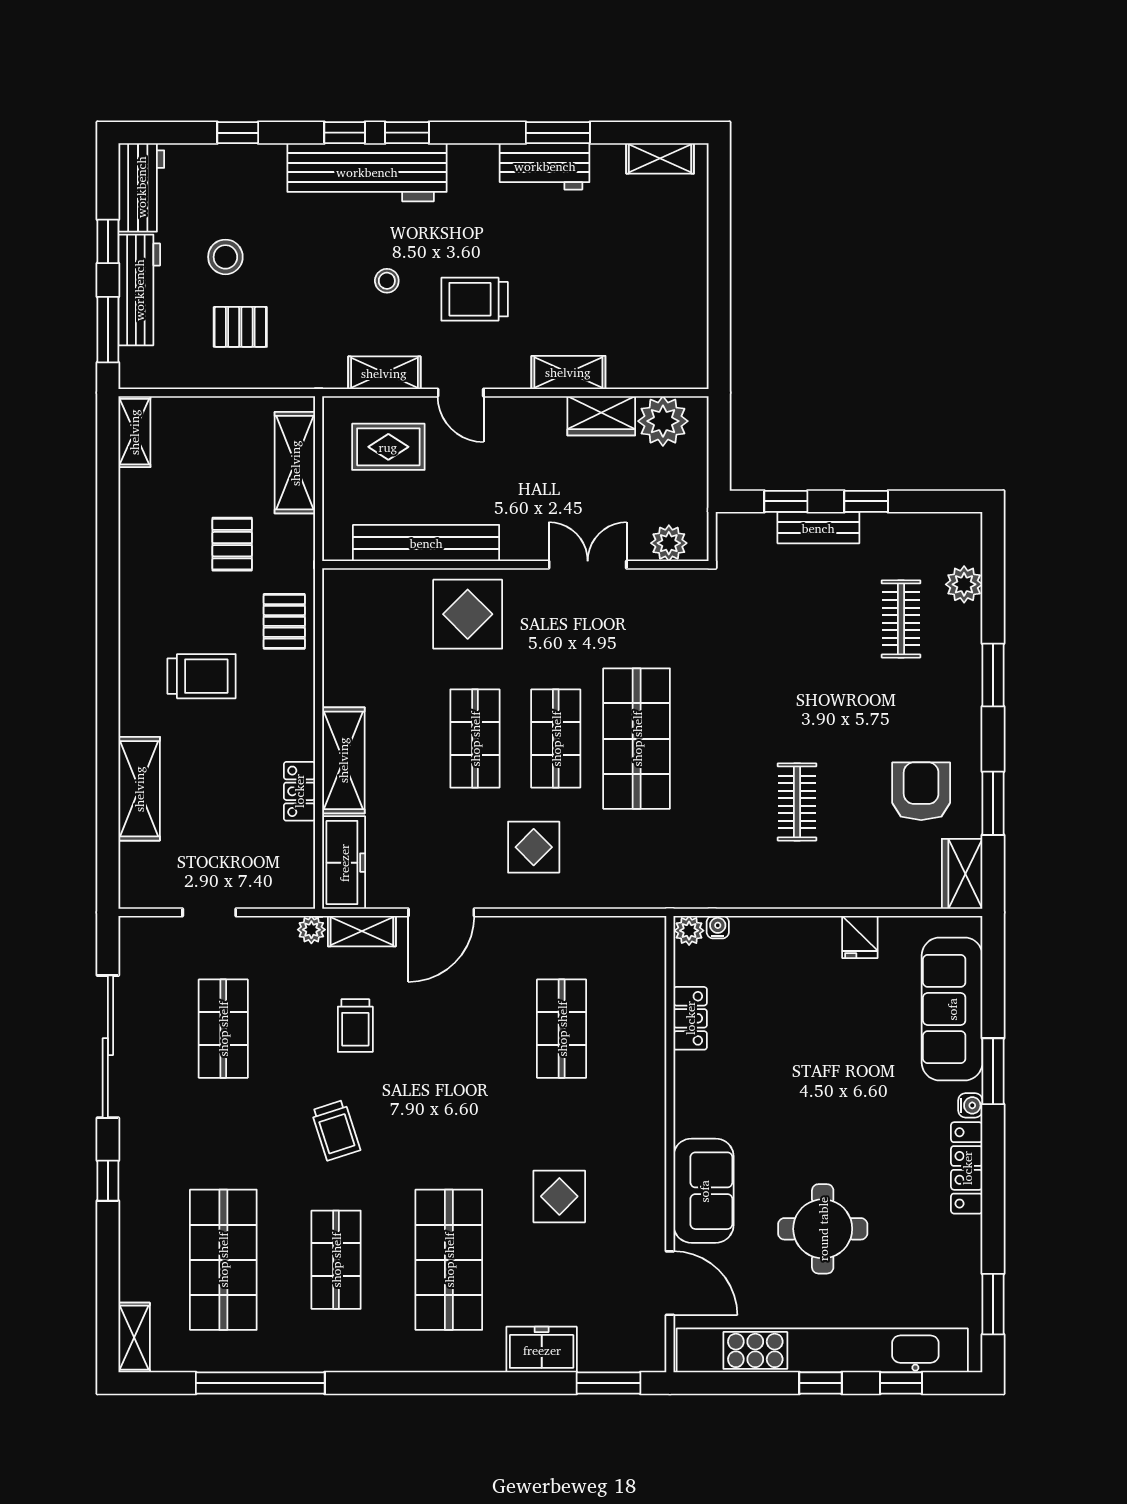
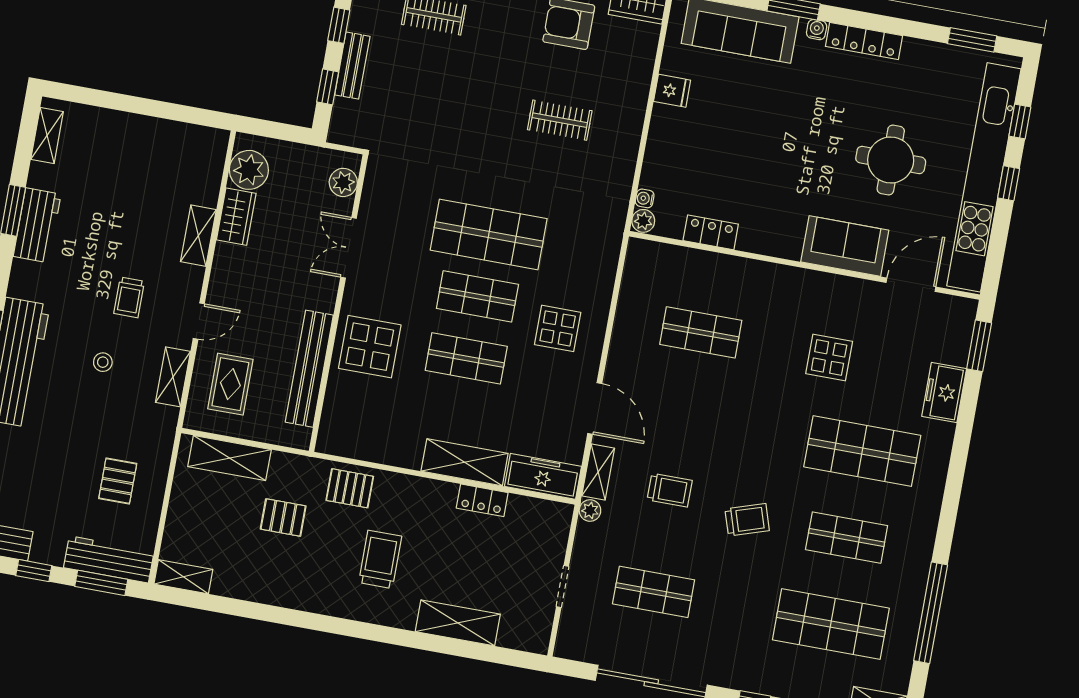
stool: (225, 257) -> (62, 483), removed
workbench: (139, 290) -> (109, 559), moved
trolley: (475, 299) -> (129, 297), width x0.73, depth x0.72

